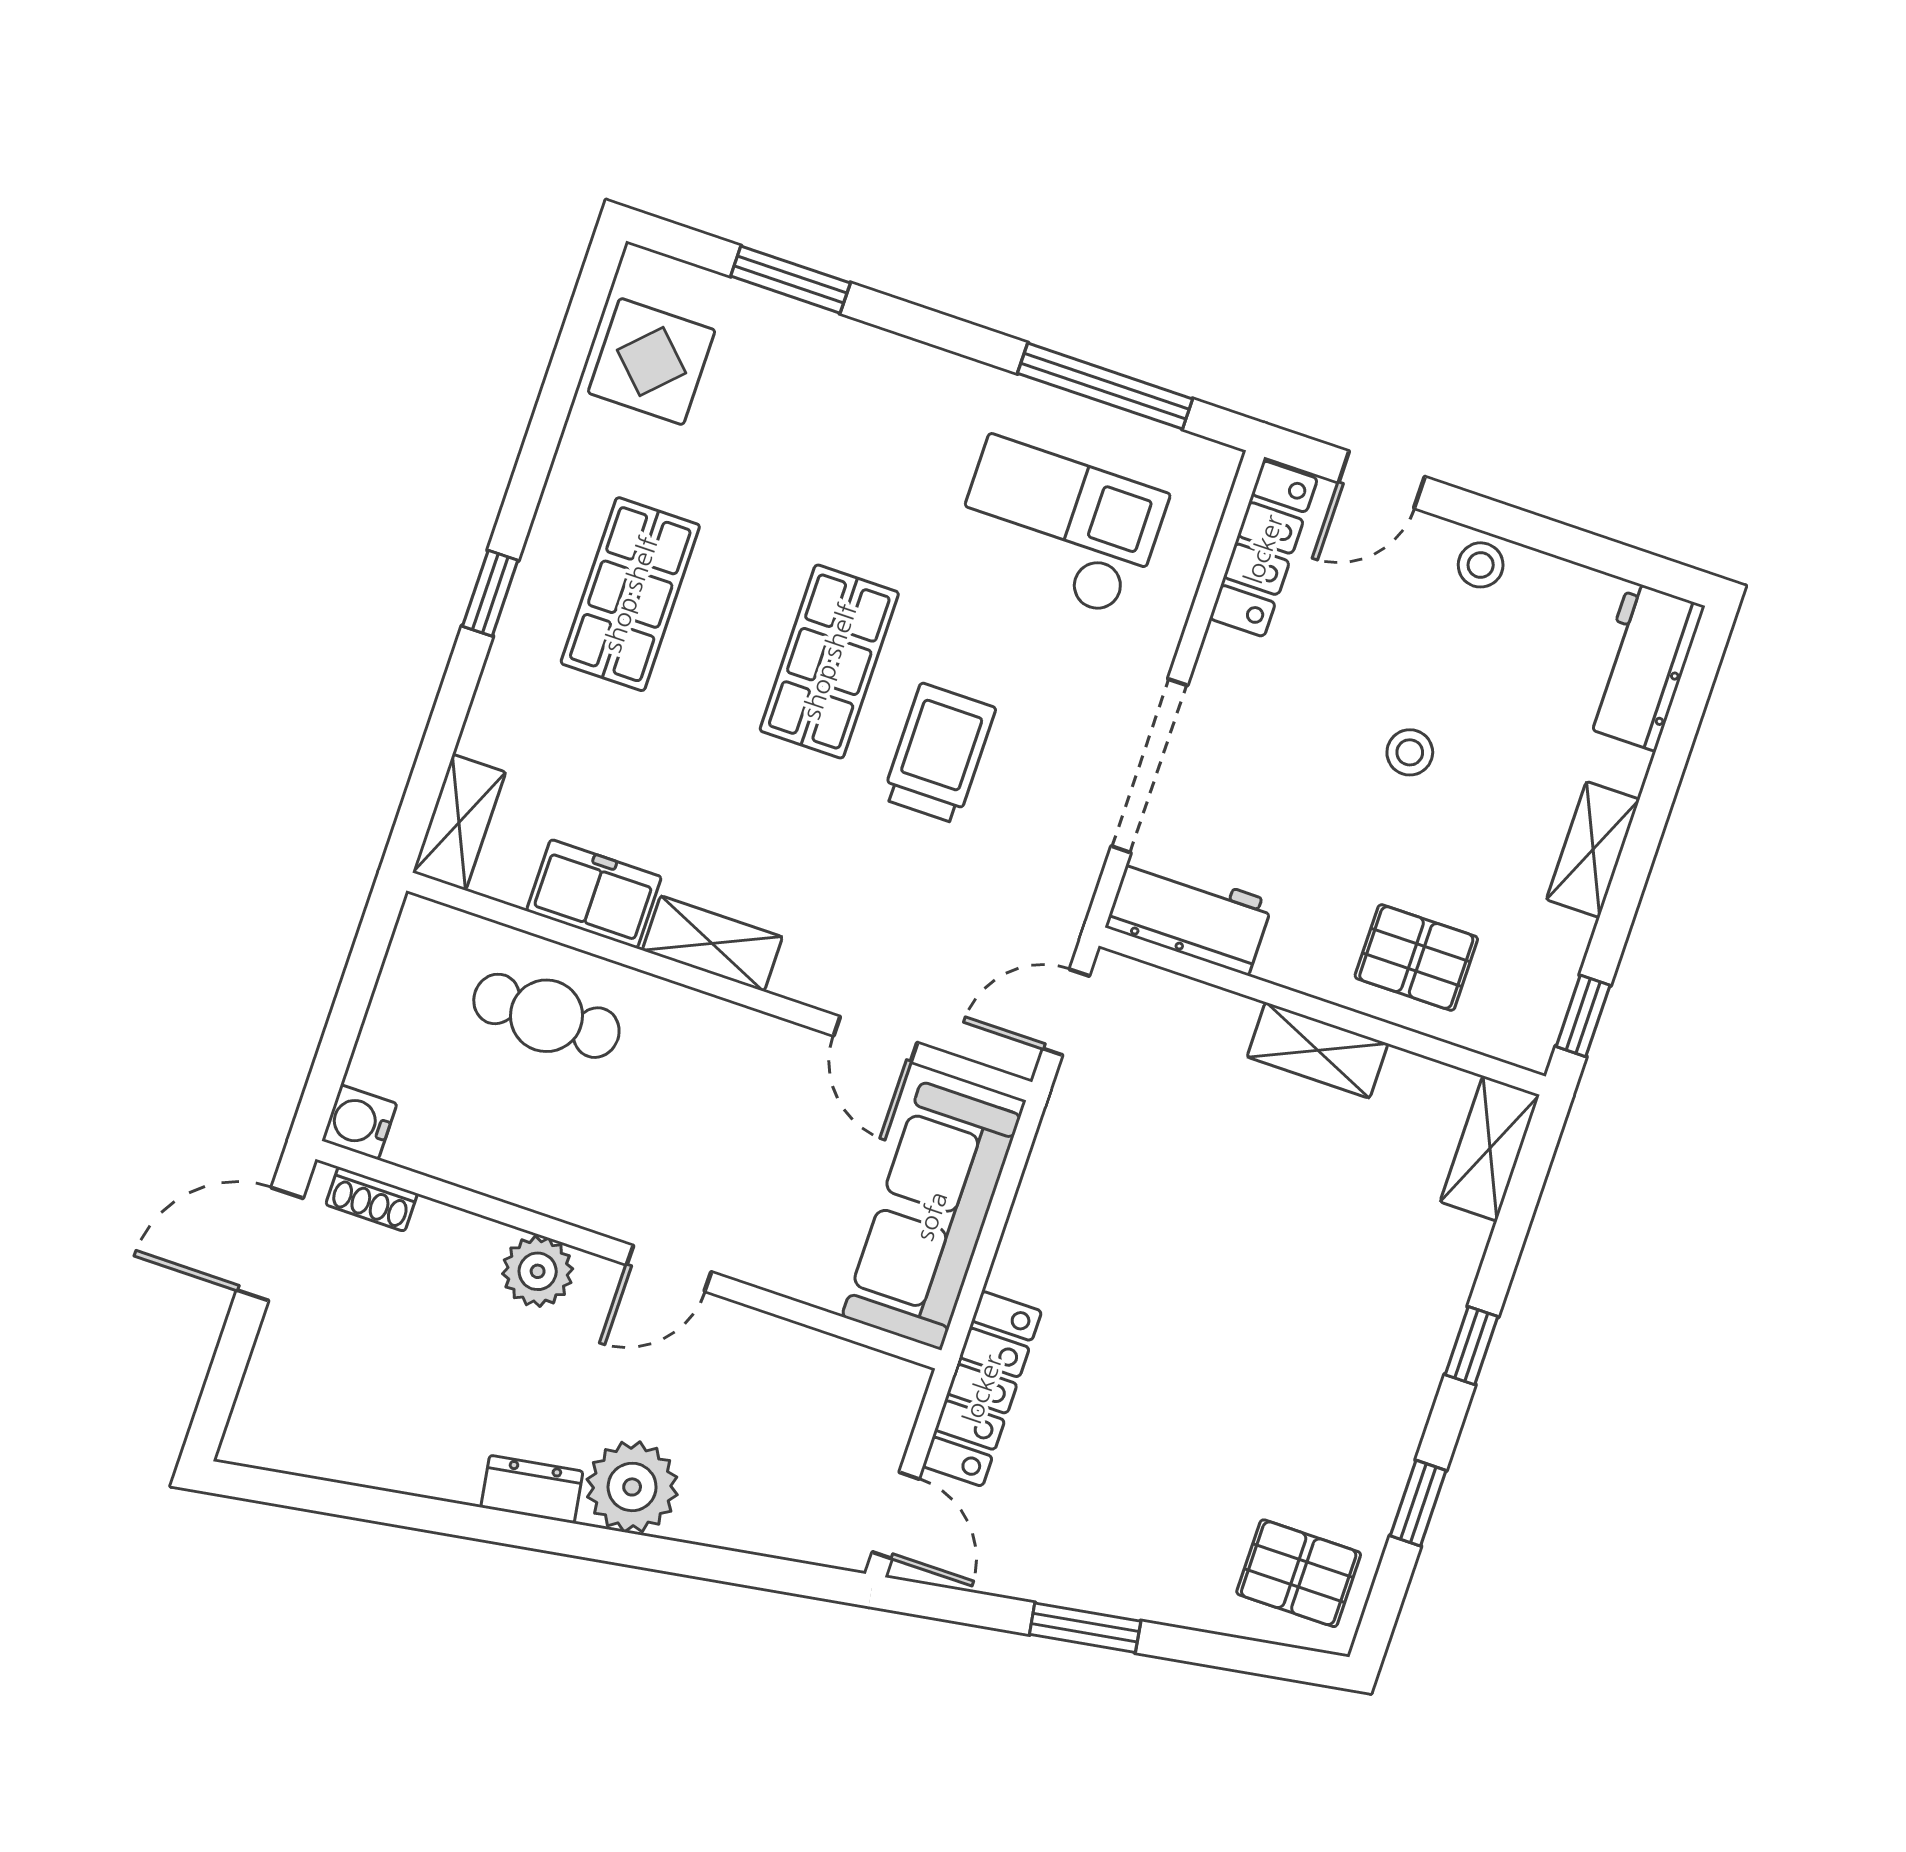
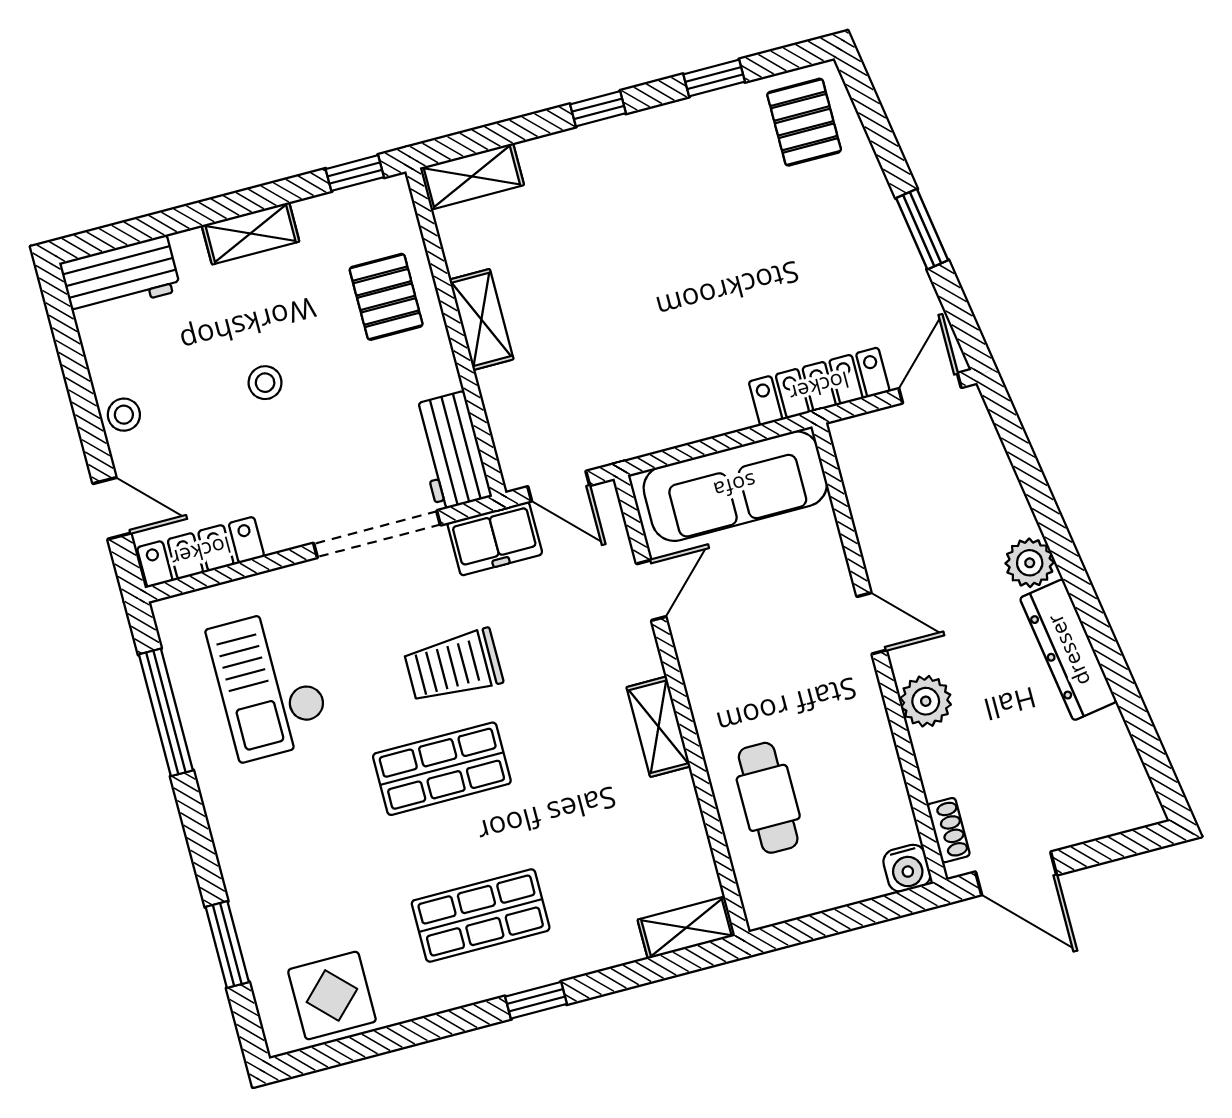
freezer: (594, 894) -> (495, 539), moved, turned -90
plant: (632, 1487) -> (1030, 563), width x0.73, depth x0.73
dresser: (532, 1489) -> (1068, 650), width x1.96, depth x1.24

